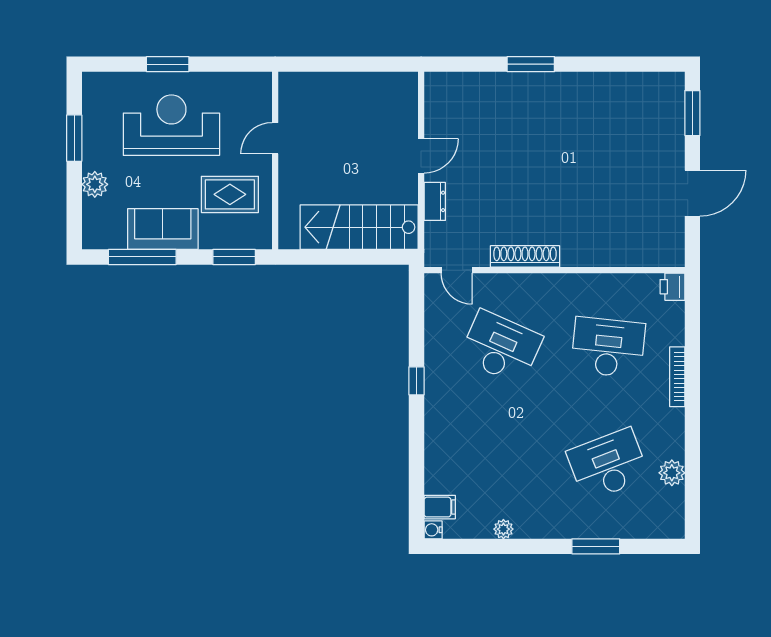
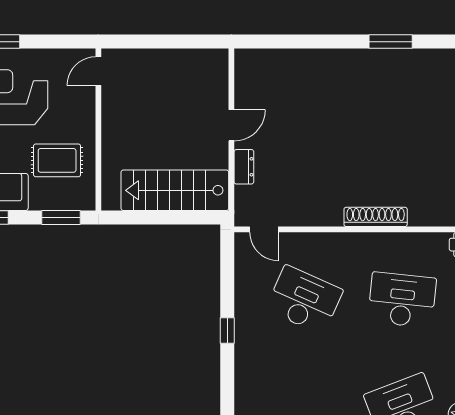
window: (531, 64) -> (391, 42), moved
door: (275, 138) -> (98, 71), moved
shoe rack: (525, 256) -> (376, 217), moved

